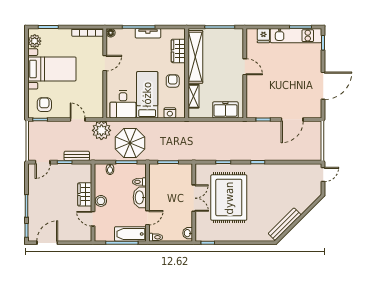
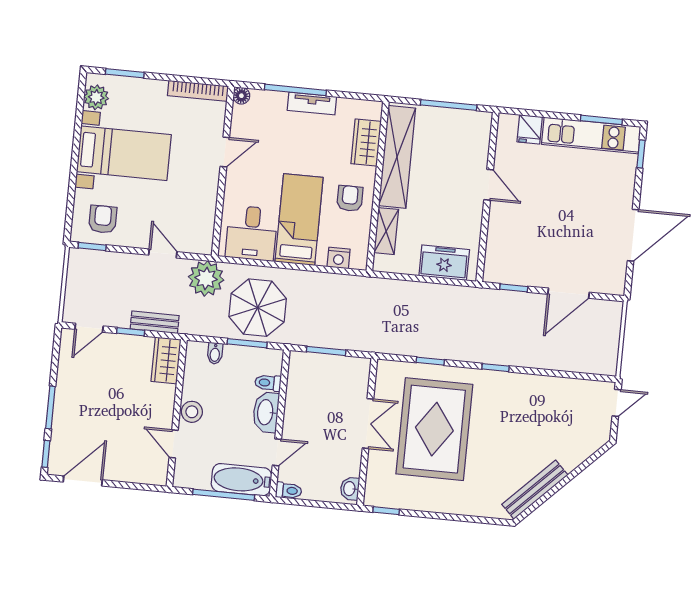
wardrobe: (85, 194) -> (166, 360), moved

